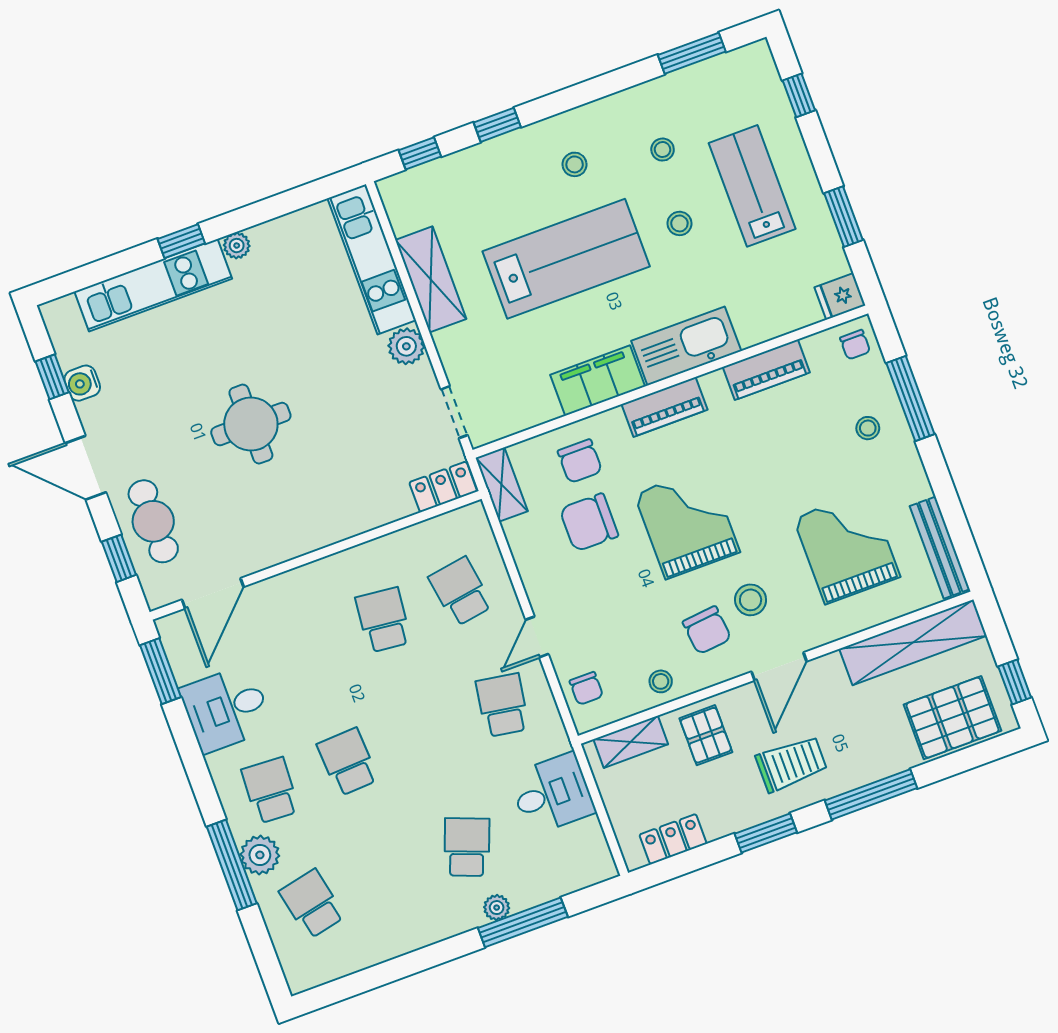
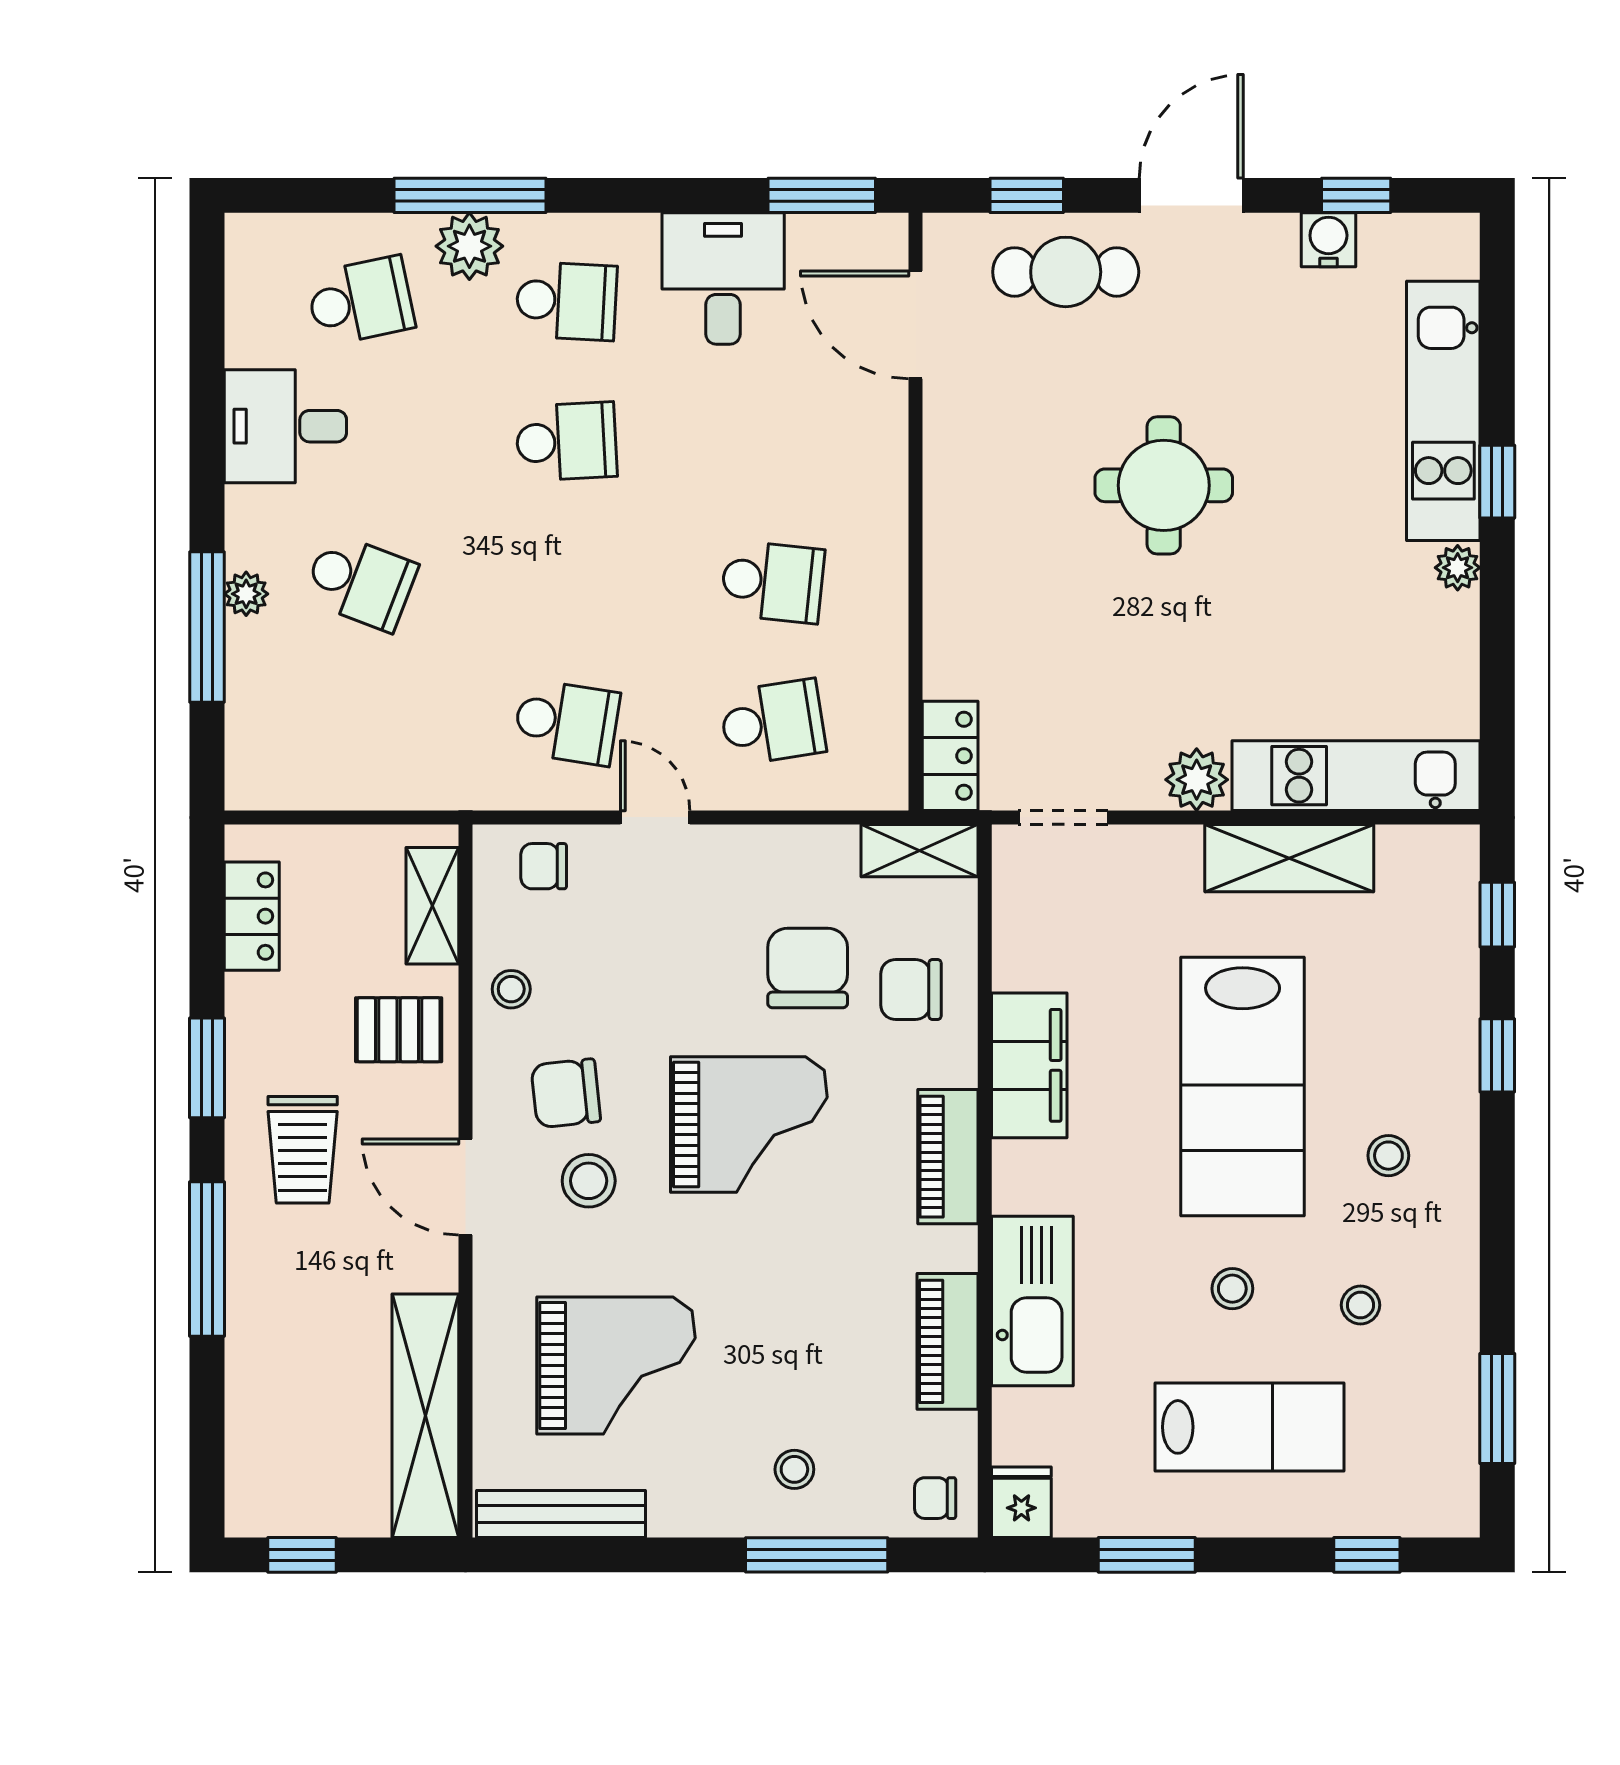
kitchen sink: (686, 346) -> (1032, 1301), moved
pallet: (953, 718) -> (282, 1435), removed
desk: (552, 794) -> (285, 426), moved, turned 90

